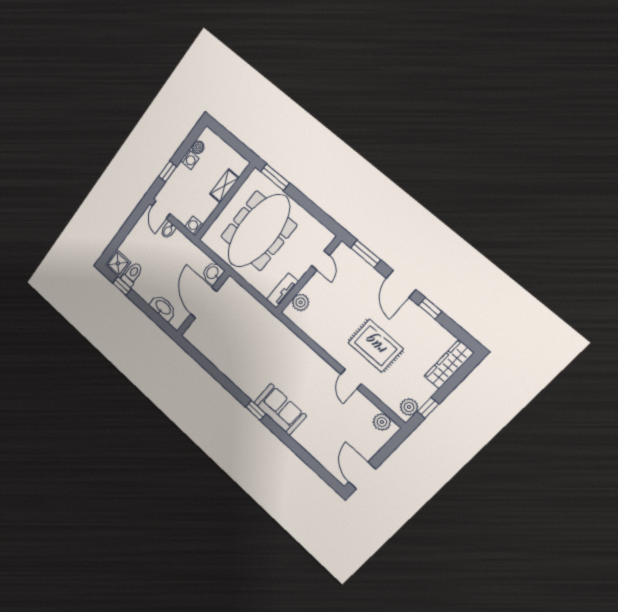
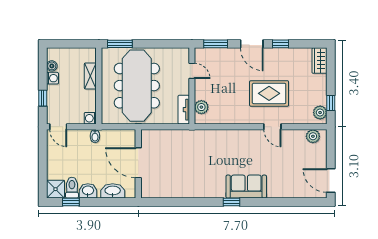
bidet: (168, 230) -> (95, 136), moved
washbasin: (213, 273) -> (88, 191), moved, turned 90
wardrobe: (449, 364) -> (319, 61), width x0.67

